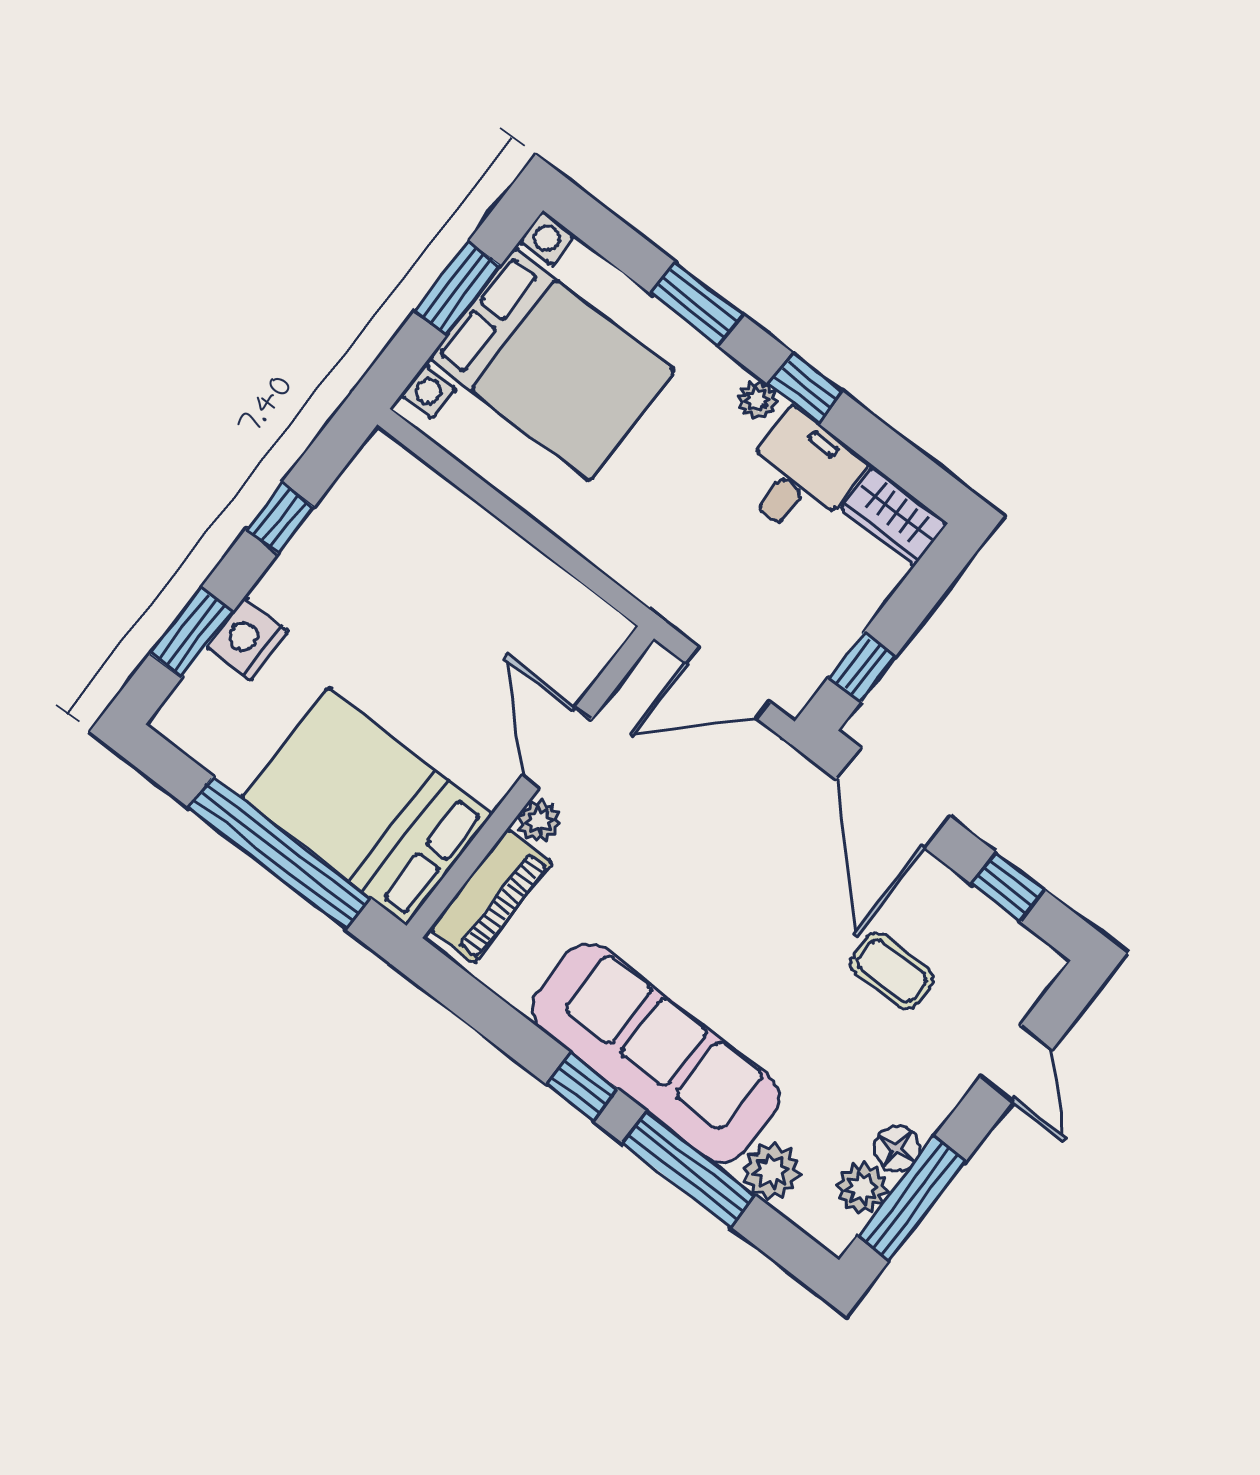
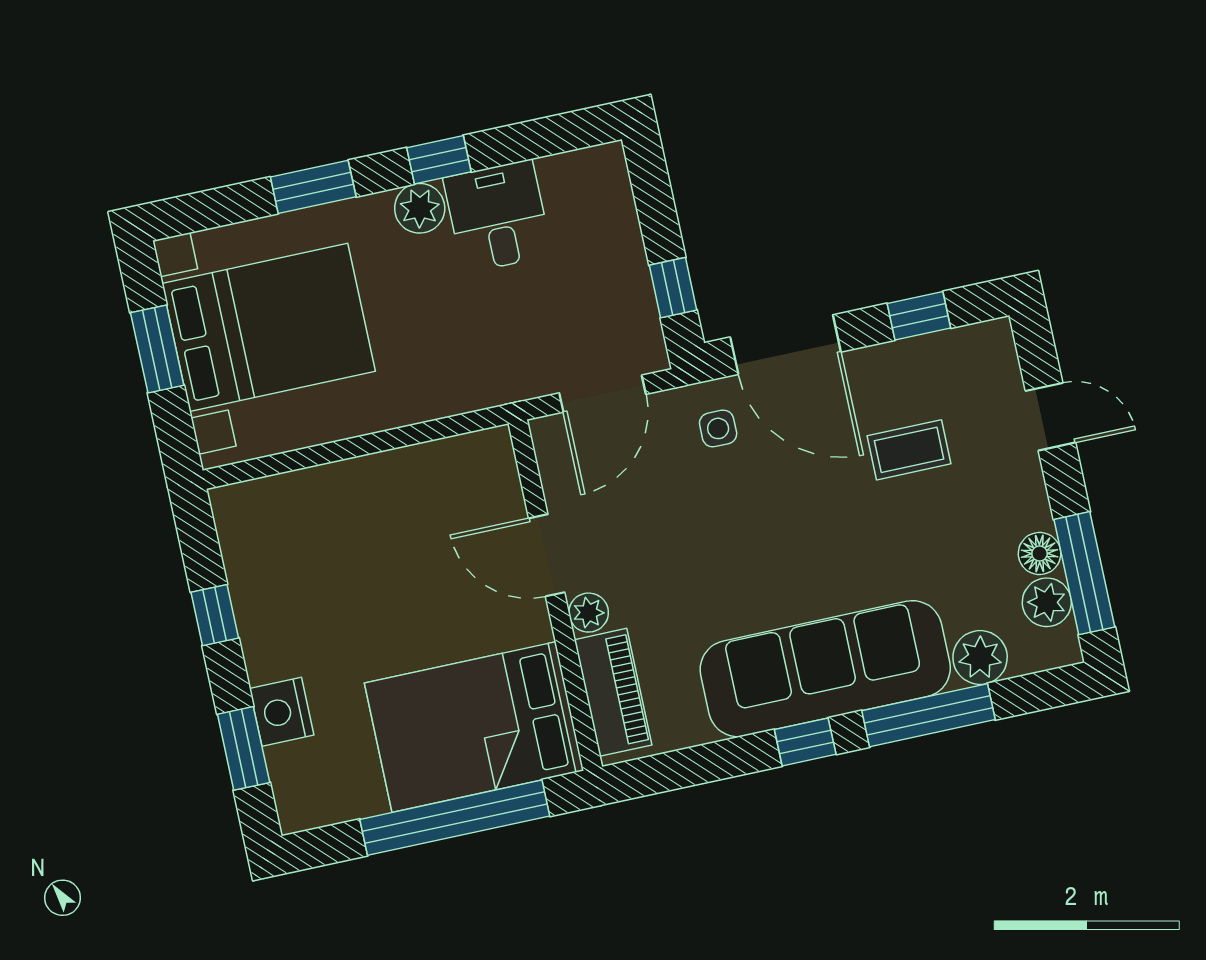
plant: (757, 400) -> (420, 208), width x1.38, depth x1.38
wardrobe: (894, 516) -> (584, 173), removed
side table: (778, 800) -> (718, 428), added

